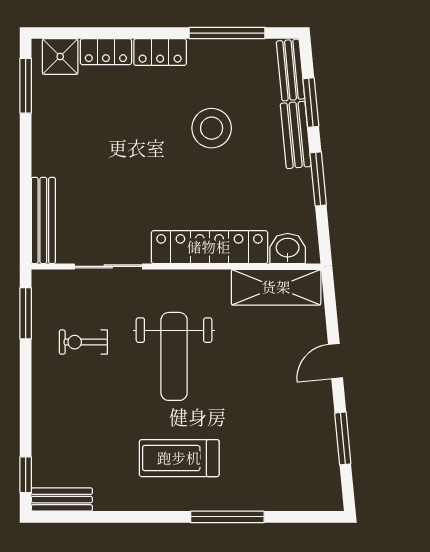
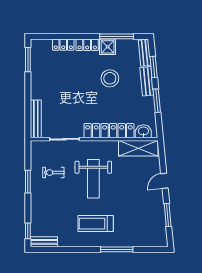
shower: (60, 57) -> (108, 47), moved
window: (26, 313) -> (28, 182), moved

